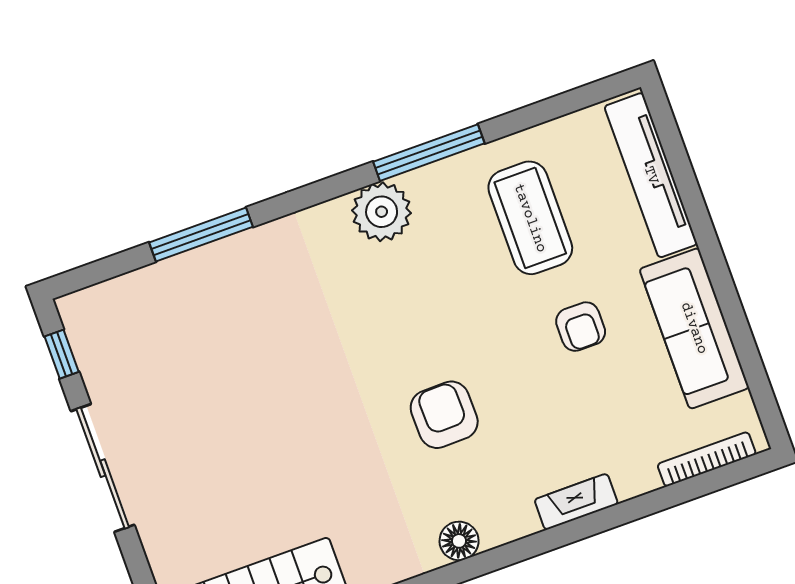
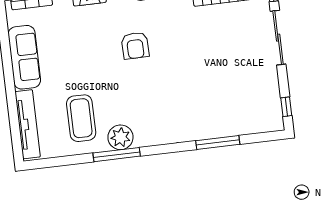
plant: (382, 212) -> (120, 137), moved
armchair: (581, 327) -> (71, 69), removed
sliding door: (103, 468) -> (278, 38), moved

